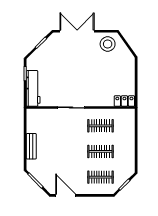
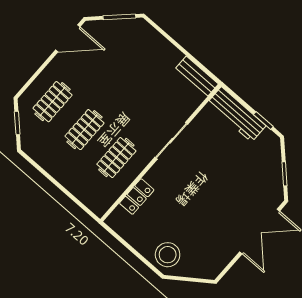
stool: (108, 44) -> (168, 255), moved
locker: (124, 101) -> (137, 197), moved
bench: (31, 146) -> (197, 76), moved

